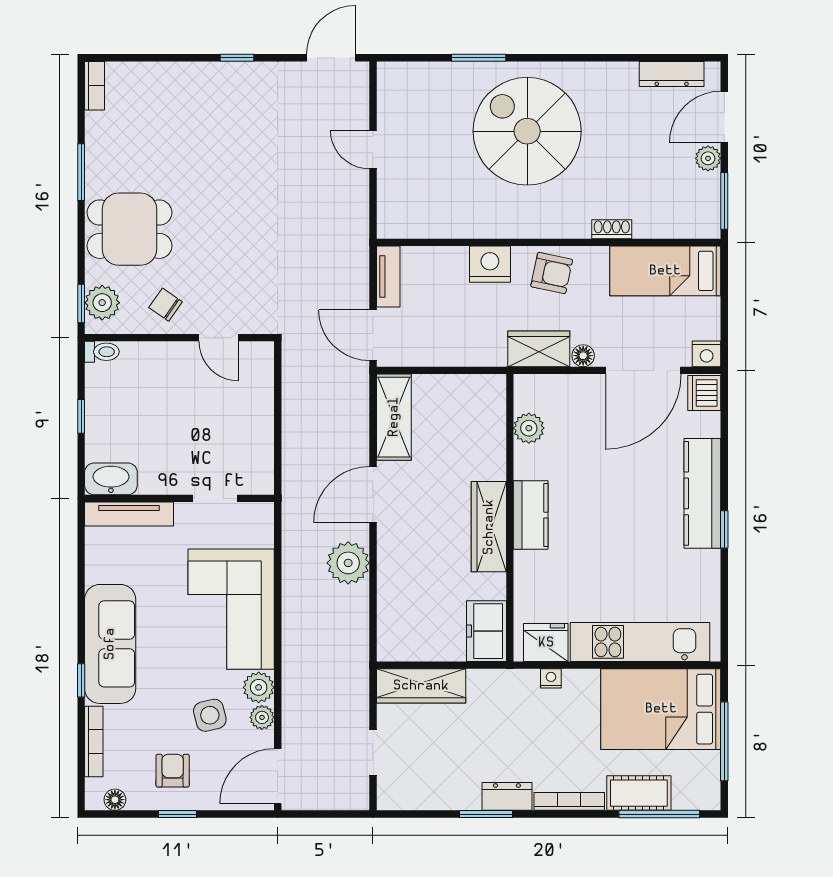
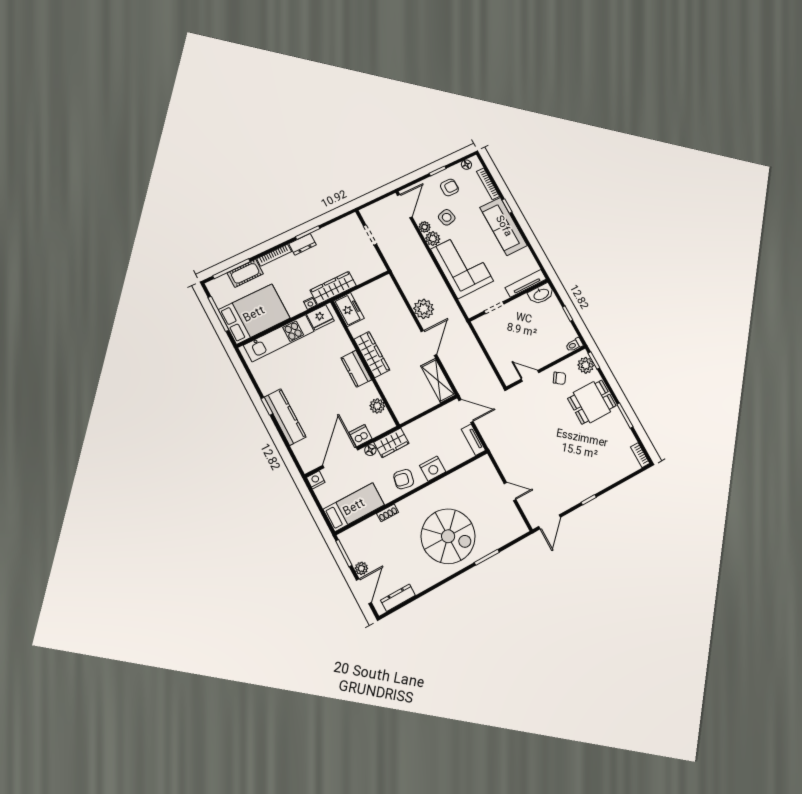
dishwasher: (704, 393) -> (361, 436), moved, turned -90
wardrobe: (421, 686) -> (333, 288), moved
armchair: (173, 771) -> (449, 187), turned -90

